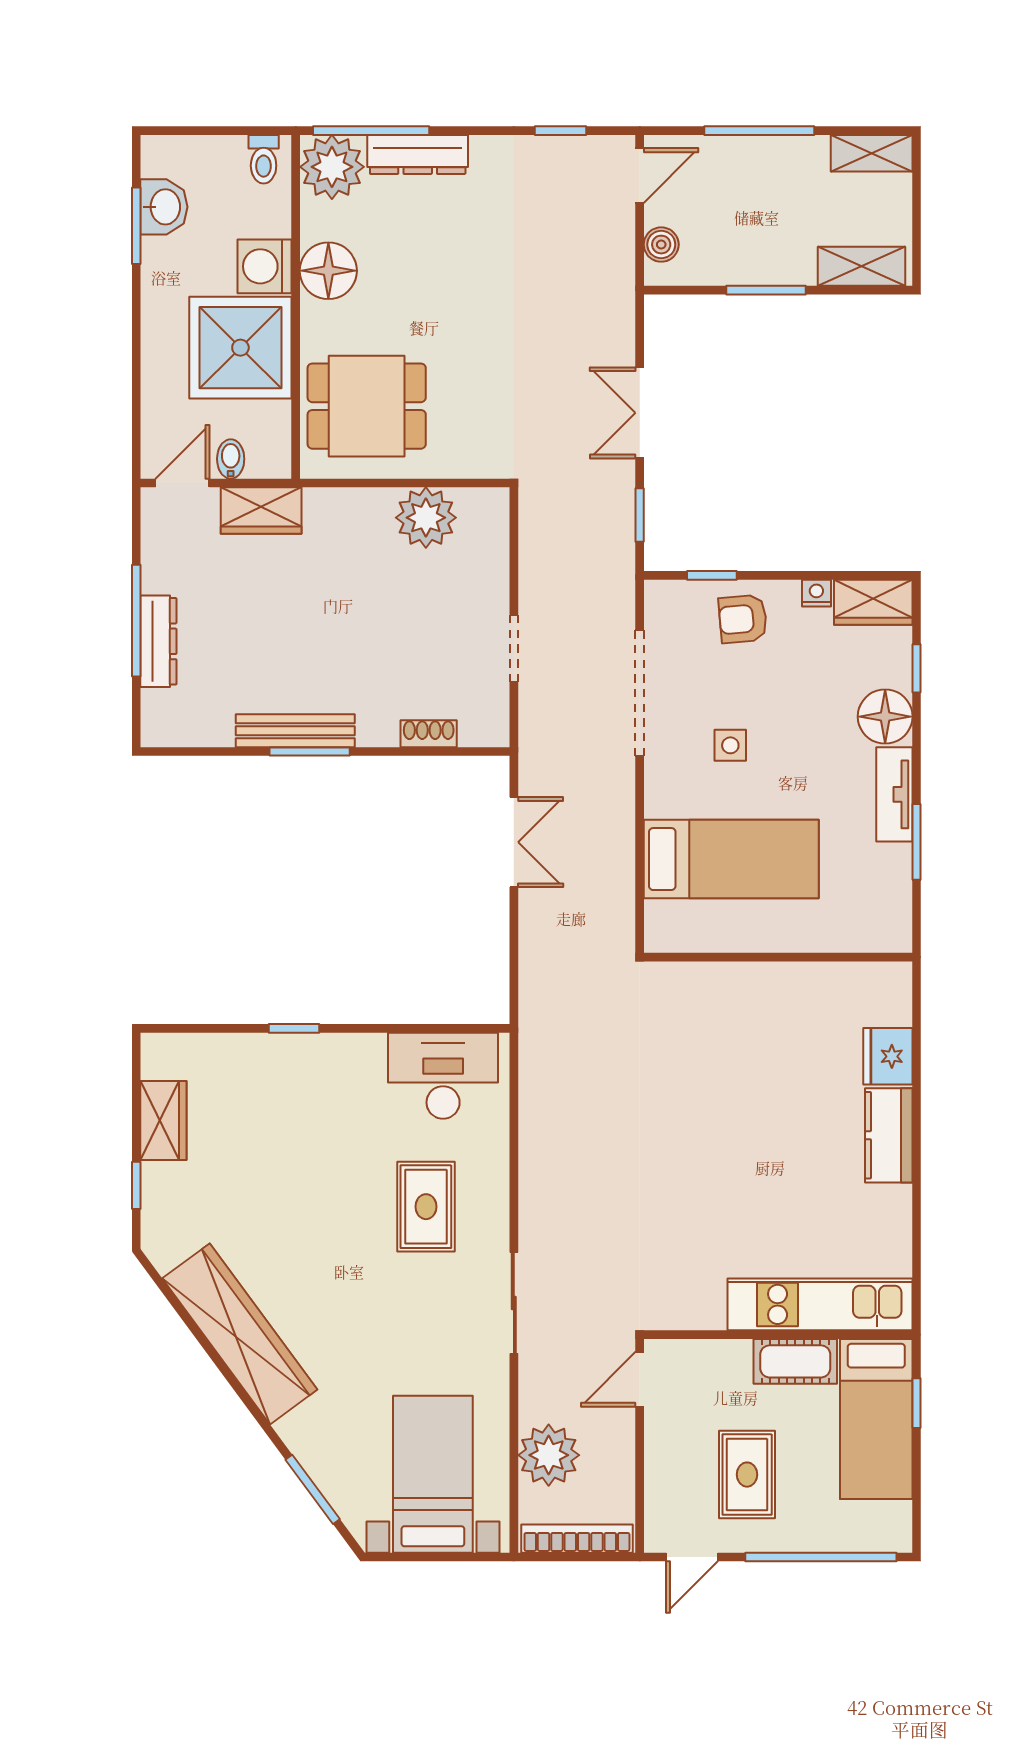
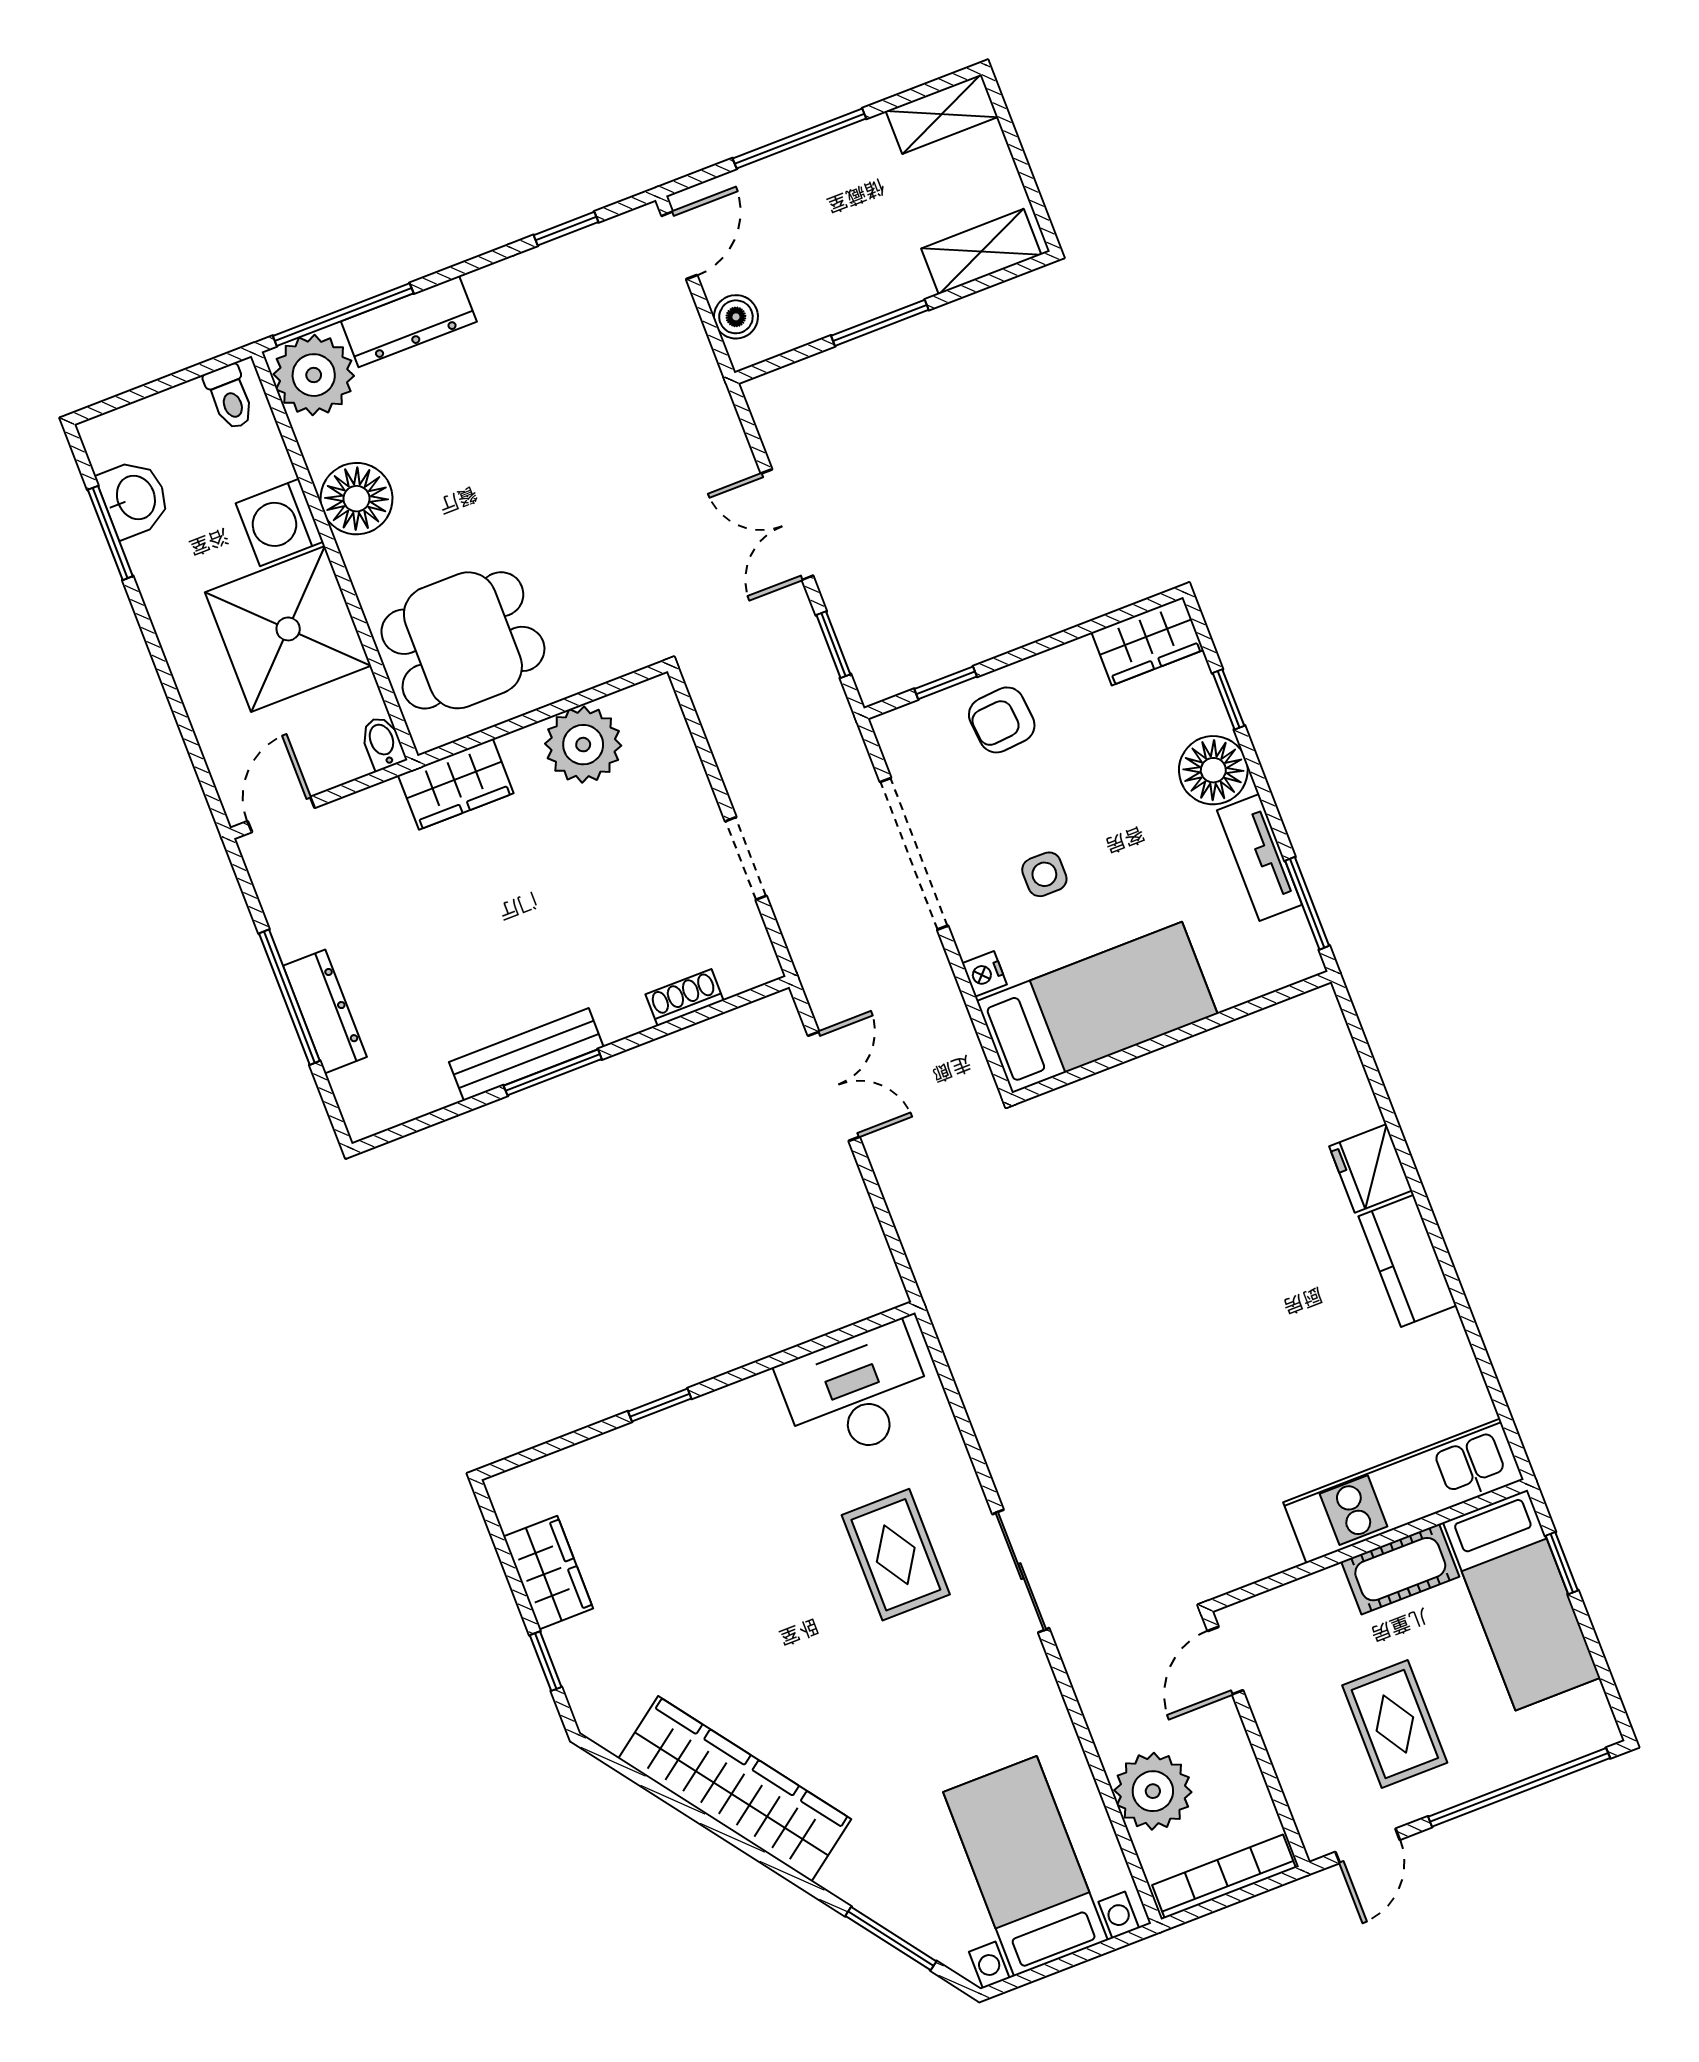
bidet: (231, 459) -> (383, 743), moved
wardrobe: (261, 511) -> (456, 784), moved
nightstand: (816, 593) -> (984, 974), moved, turned -90
wall: (778, 957) -> (1172, 1037), moved
sliding door: (514, 1303) -> (1021, 1571), moved

